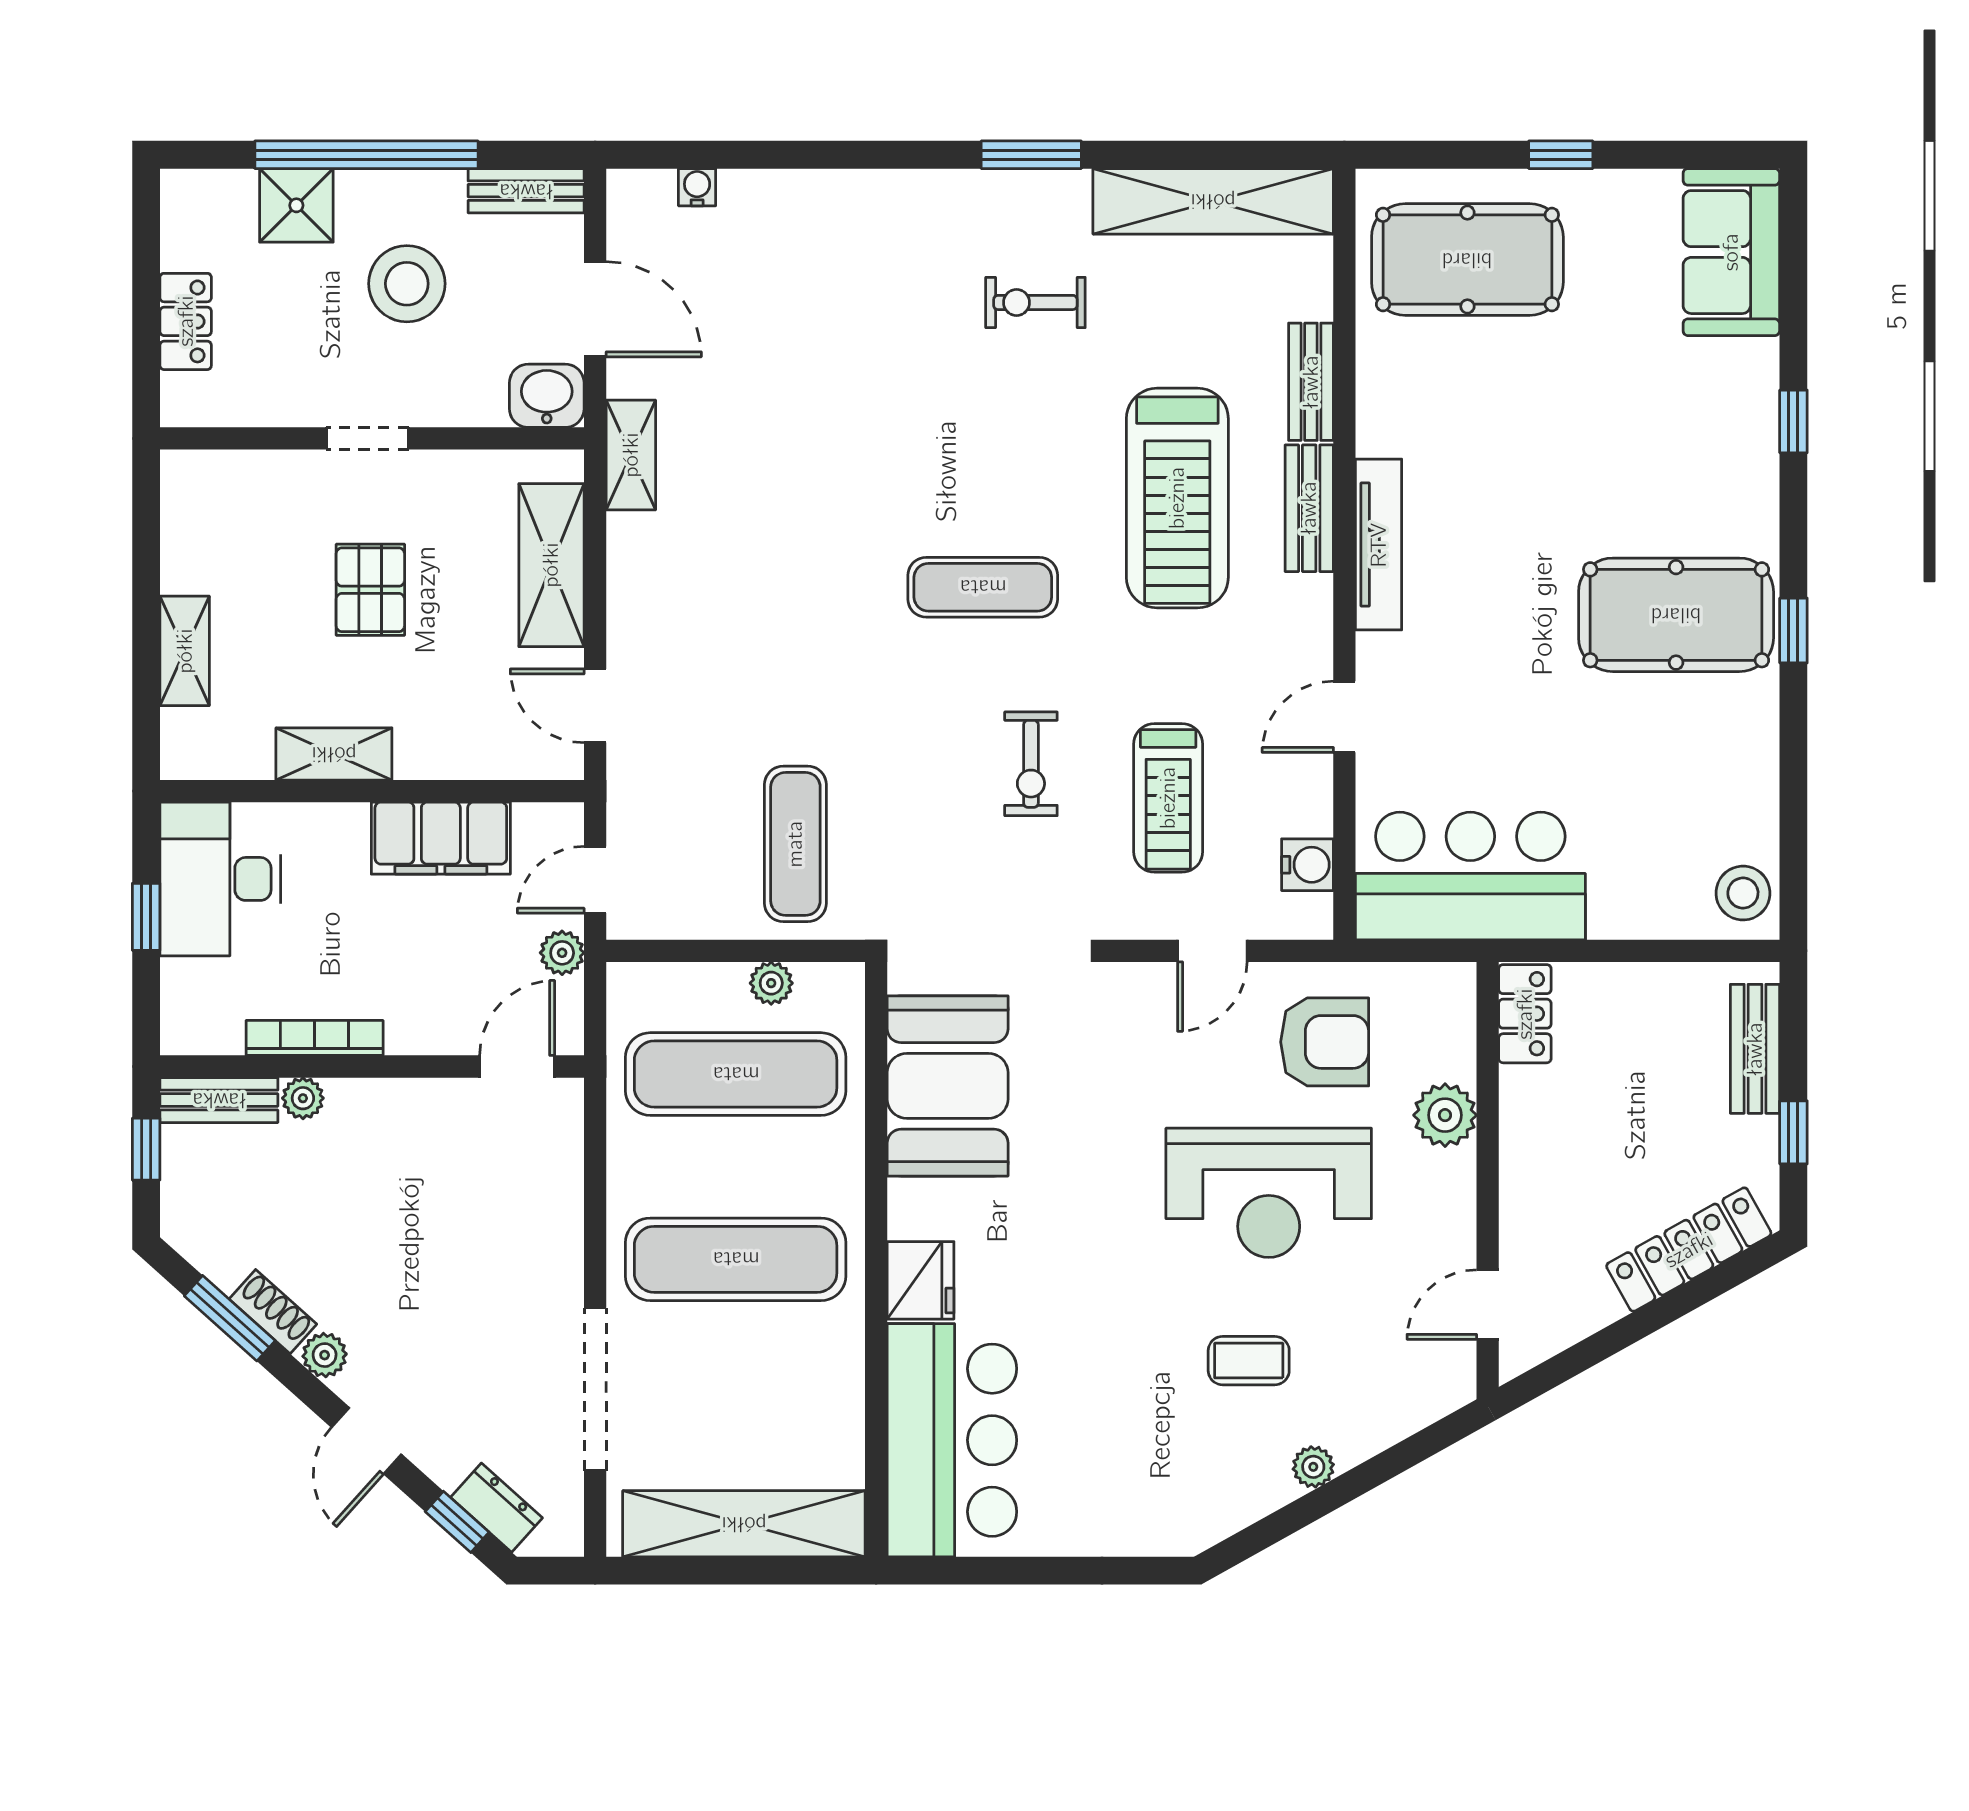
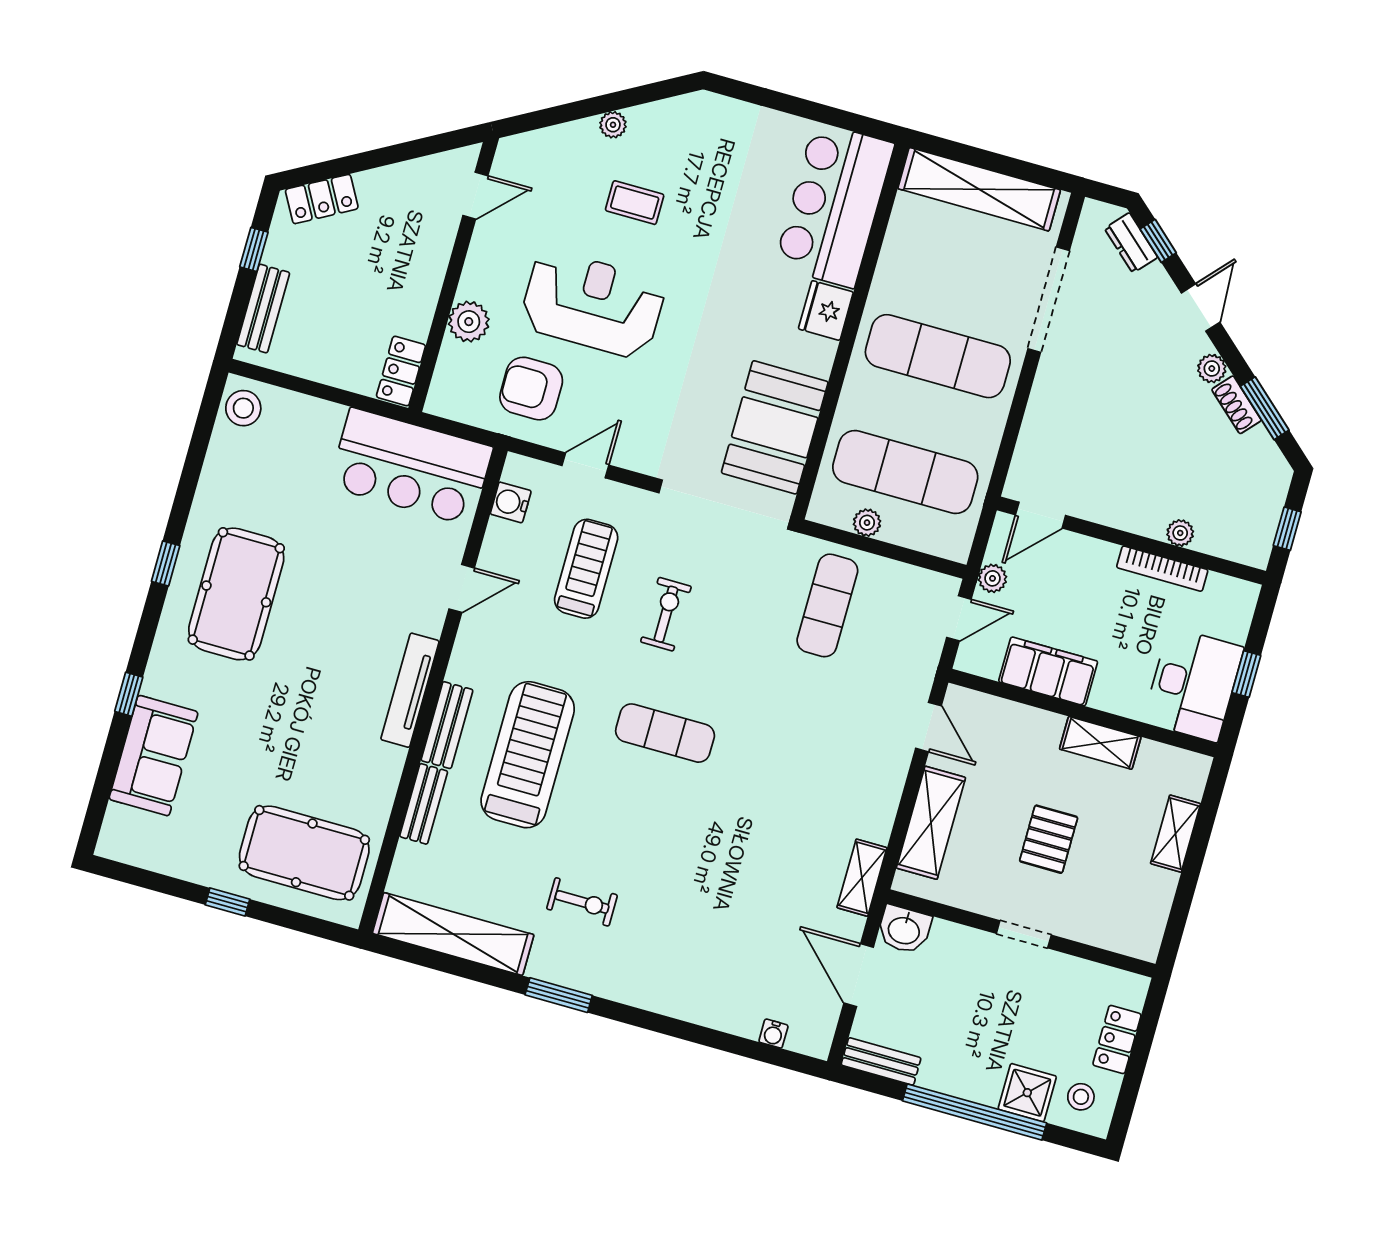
sofa: (1731, 252) -> (153, 756), moved
stool: (407, 284) -> (1081, 1097), moved, width x0.53, depth x0.53
pool table: (1676, 615) -> (236, 594), turned 90
bench: (219, 1100) -> (1233, 547), removed
locker: (1689, 1250) -> (322, 199), width x0.66

